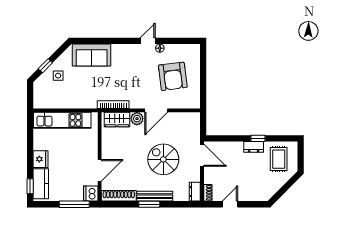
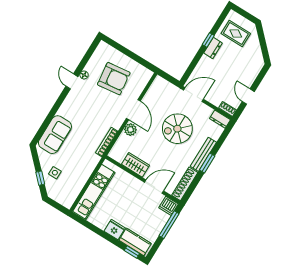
wardrobe: (117, 120) -> (135, 165), moved, turned -90
door: (100, 170) -> (154, 187), hinge flipped

